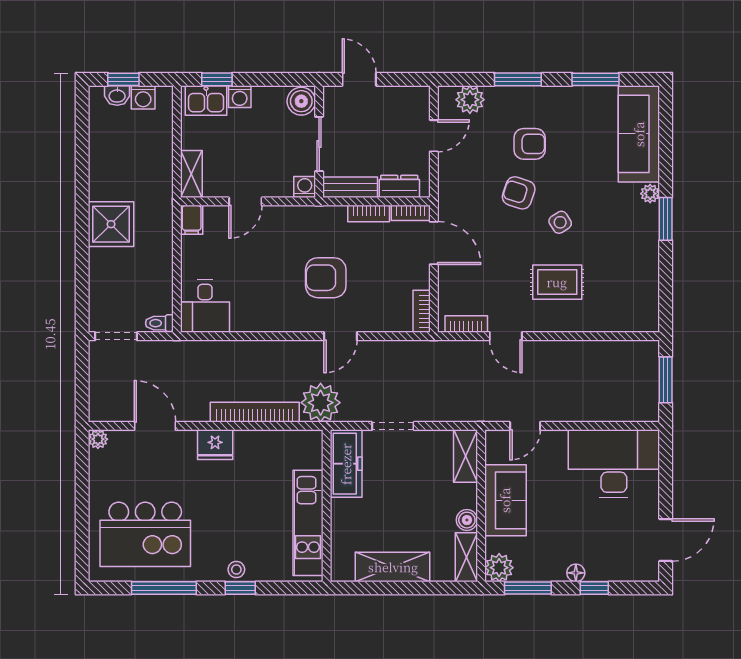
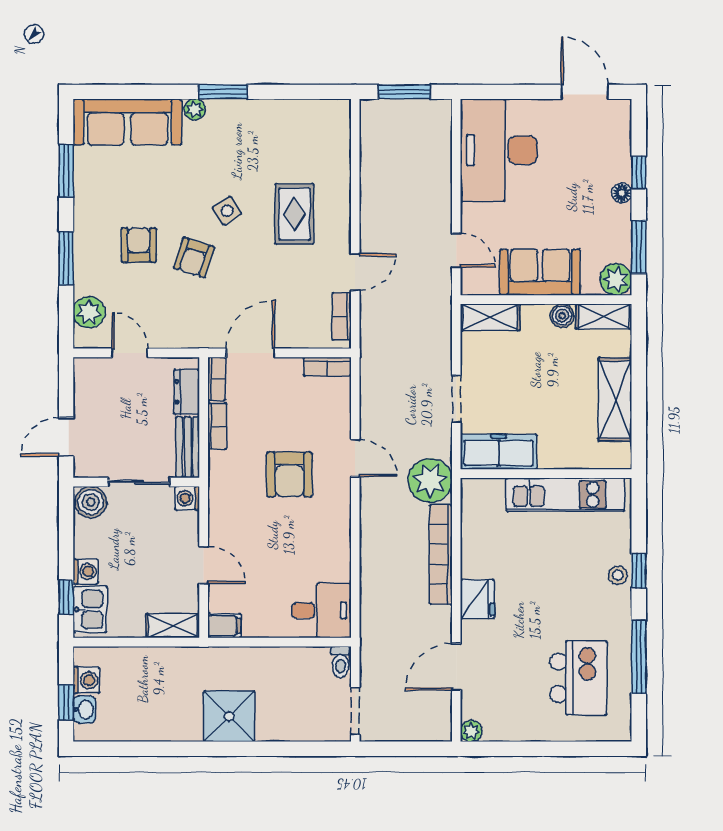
kitchen island: (145, 534) -> (578, 678), width x0.73, depth x0.78

